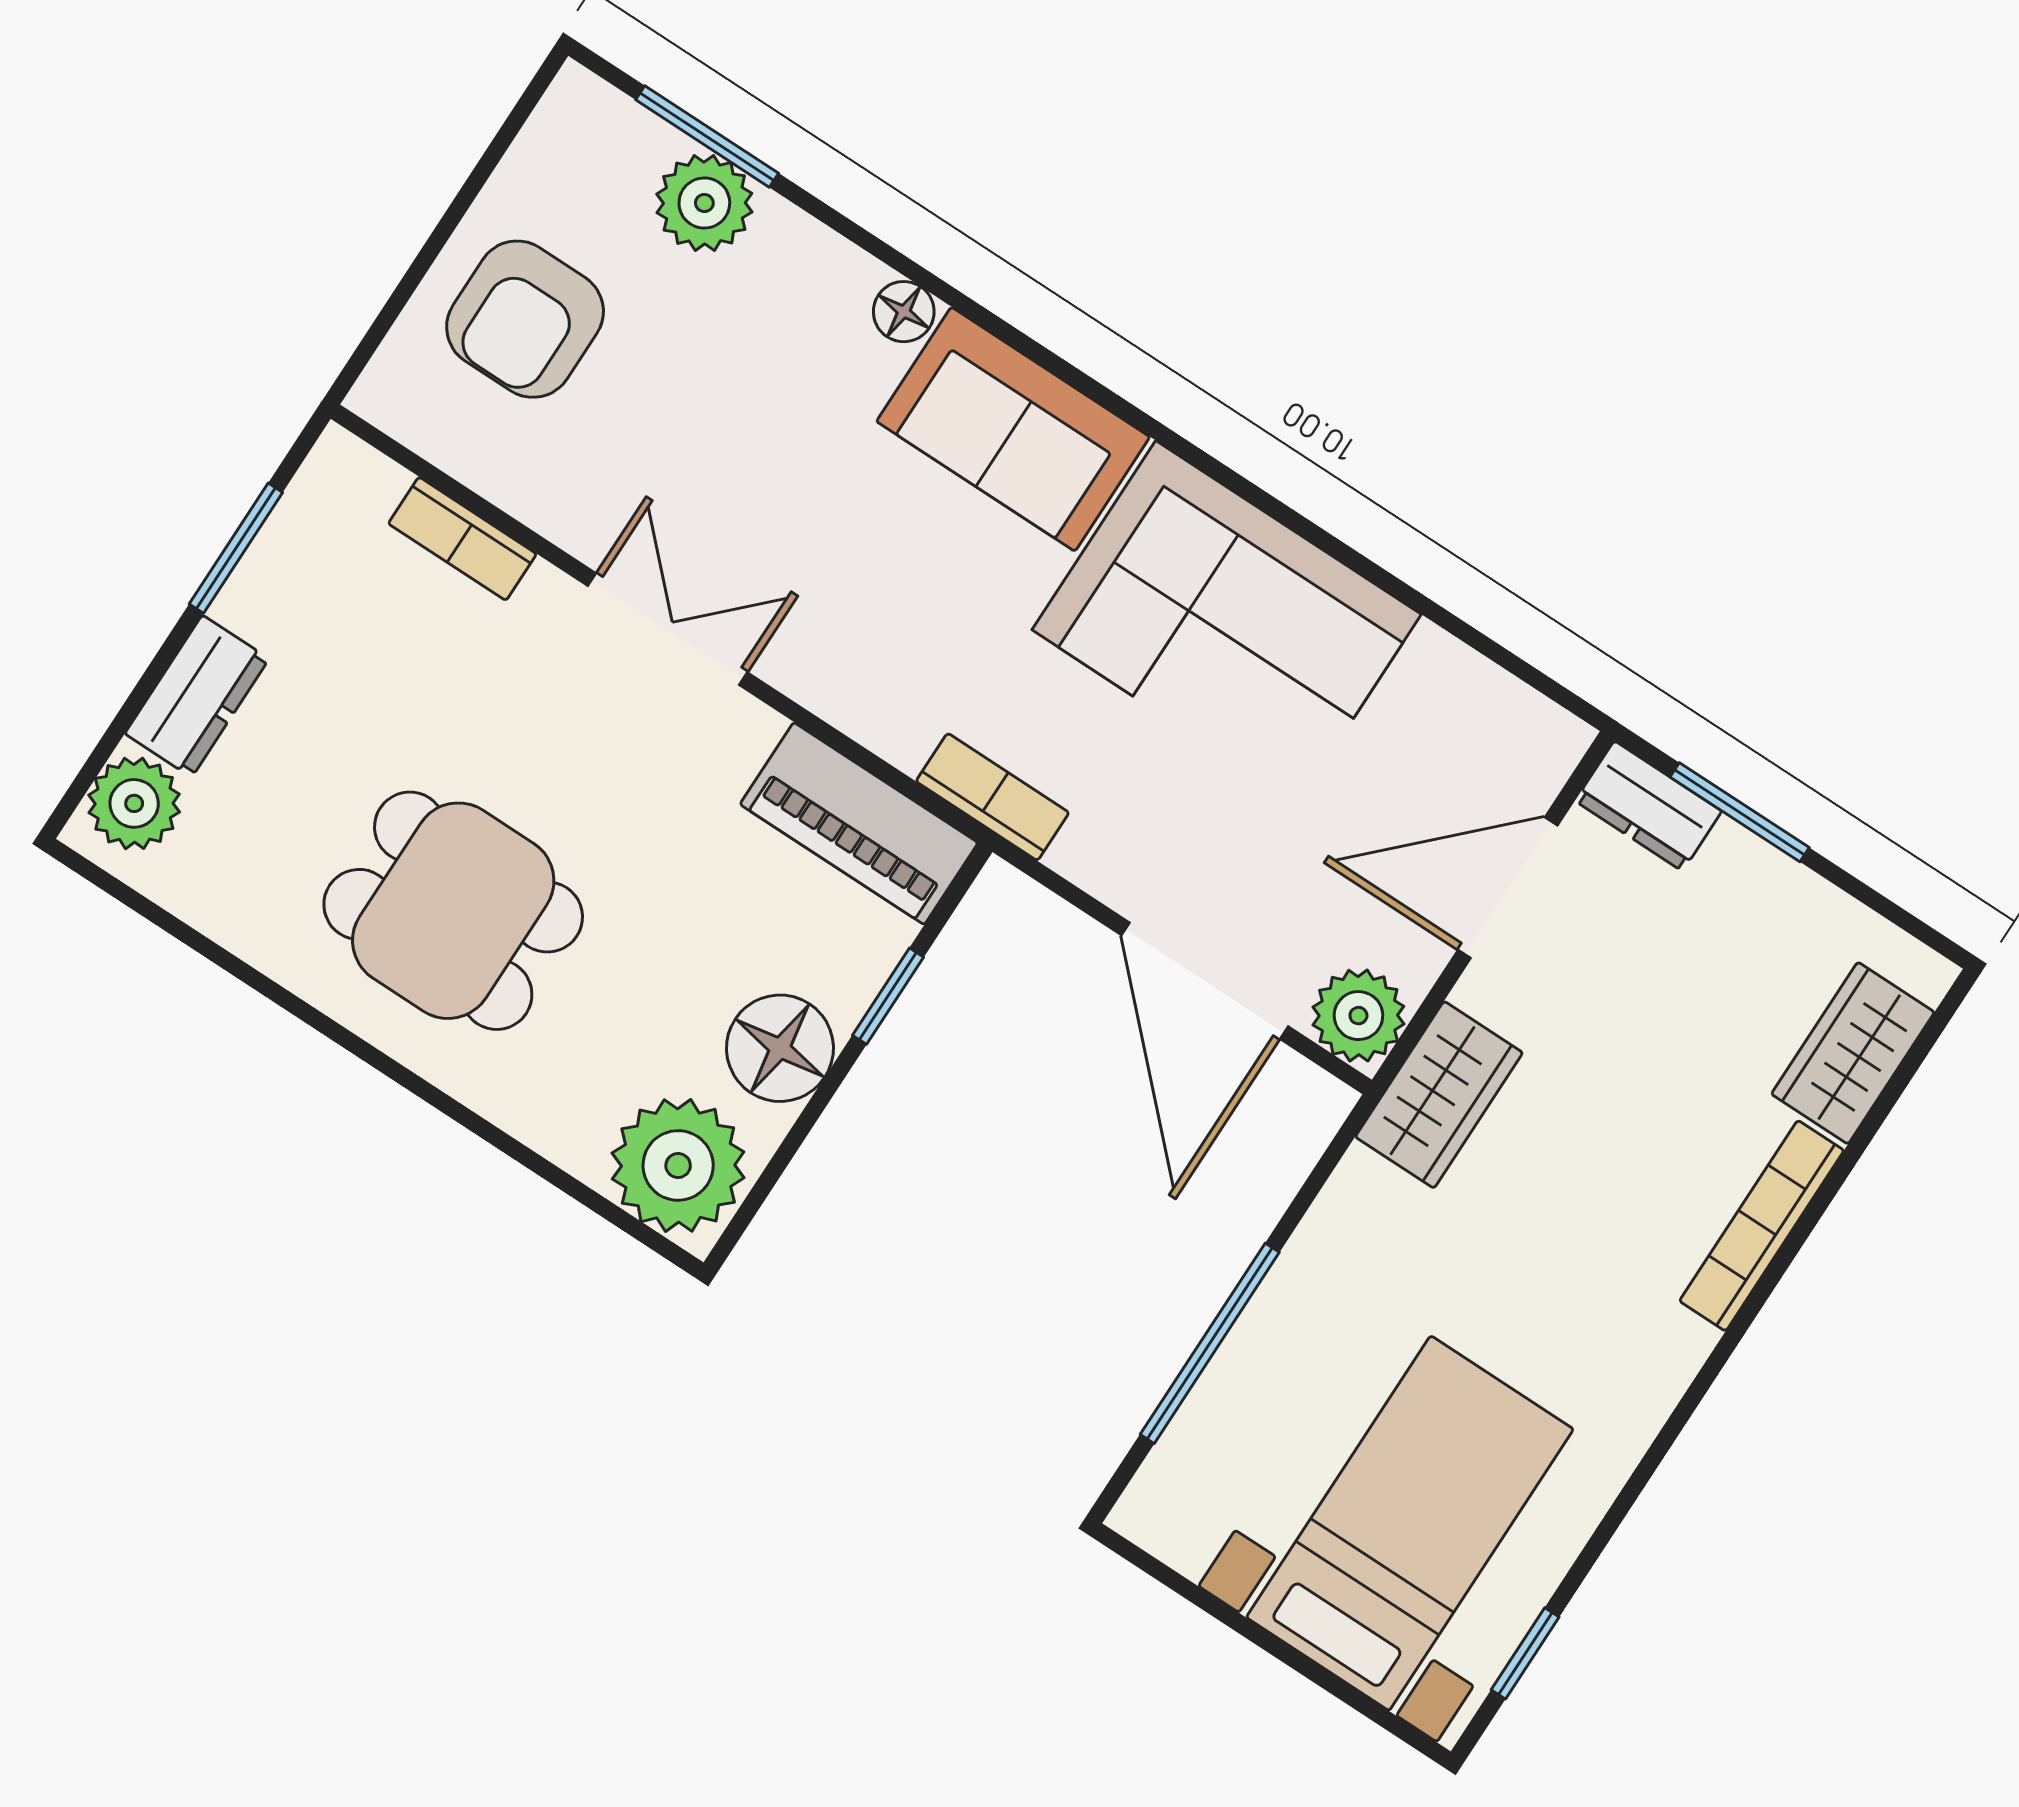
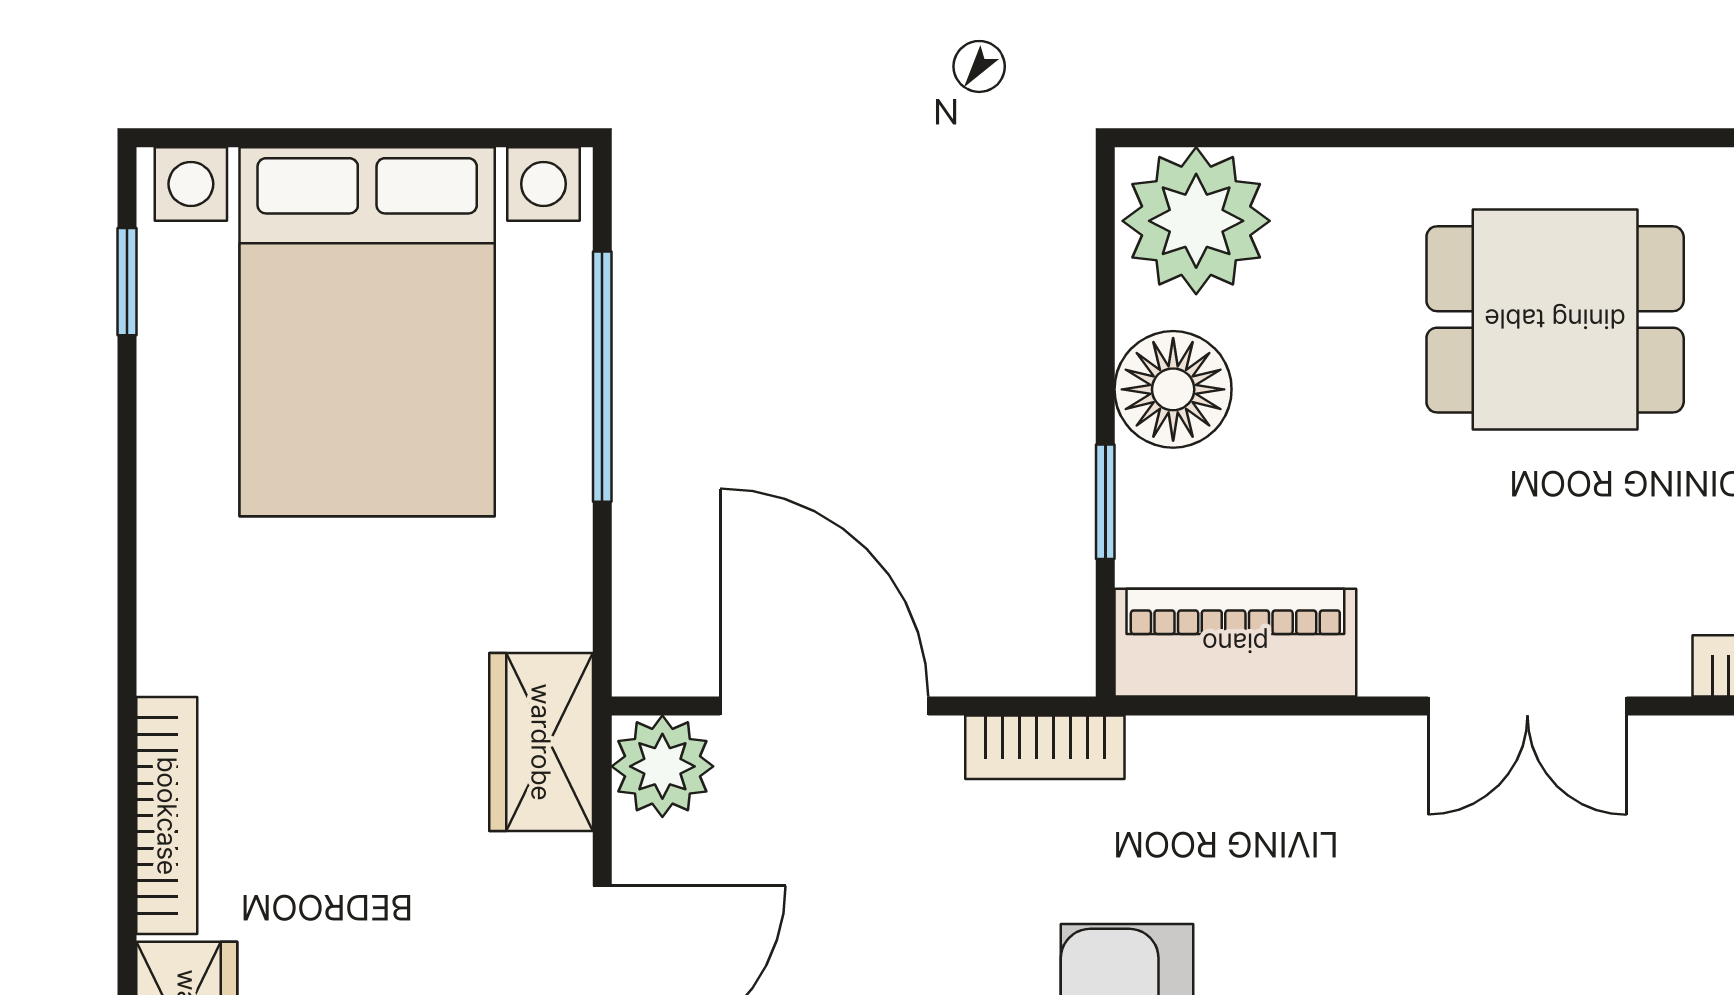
bookcase: (992, 797) -> (1045, 747), moved
bed with nightstands: (1410, 1523) -> (367, 332), width x1.36

